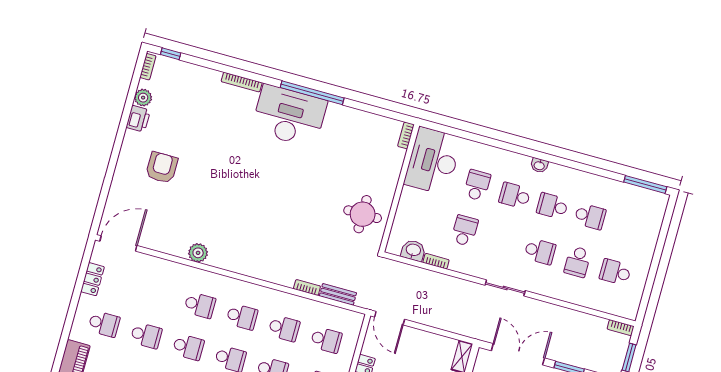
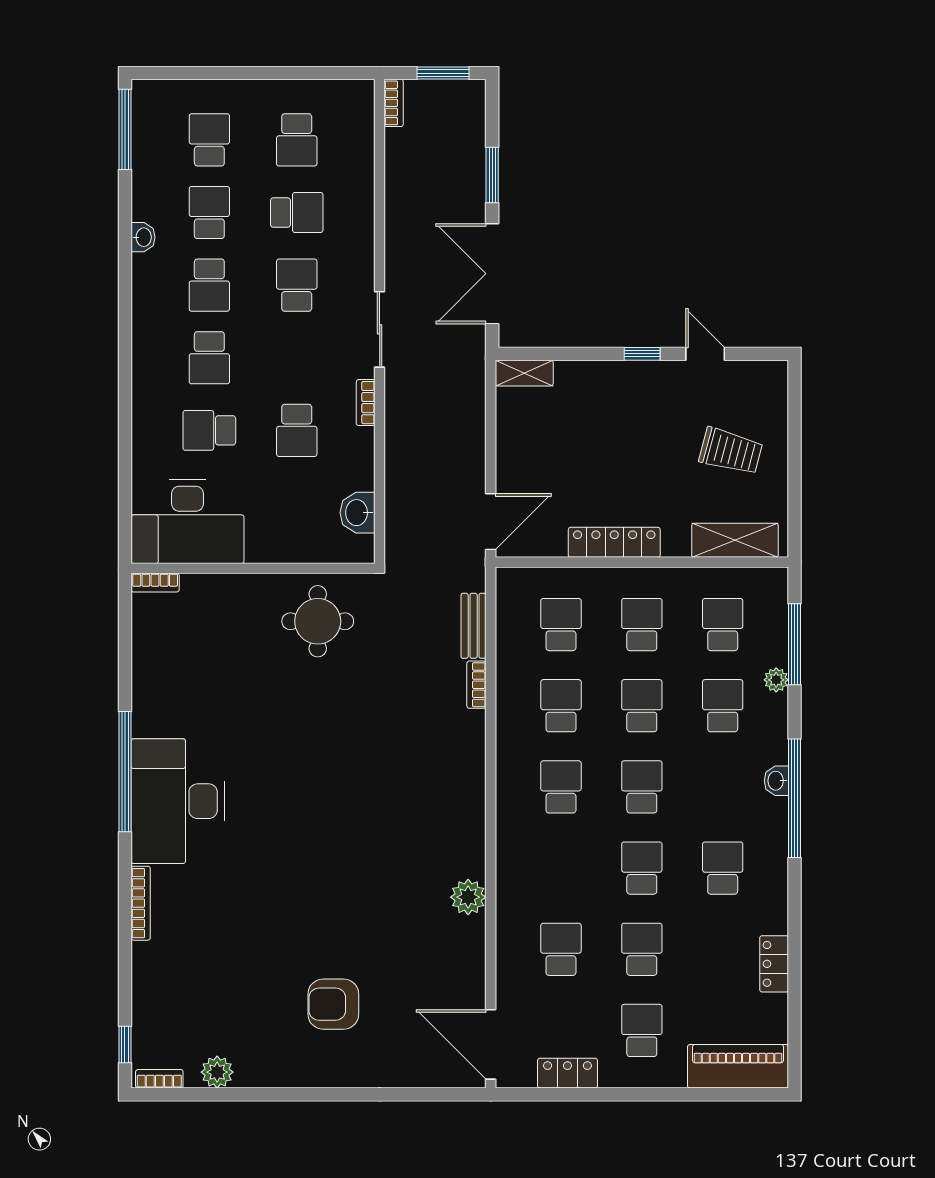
printer: (138, 119) -> (257, 1070), removed
washbasin: (539, 165) -> (143, 237), moved
school desk: (628, 227) -> (209, 140), added
school desk: (465, 231) -> (297, 430), turned -90
bookcase: (436, 261) -> (366, 403), moved
school desk: (200, 305) -> (561, 949), moved

